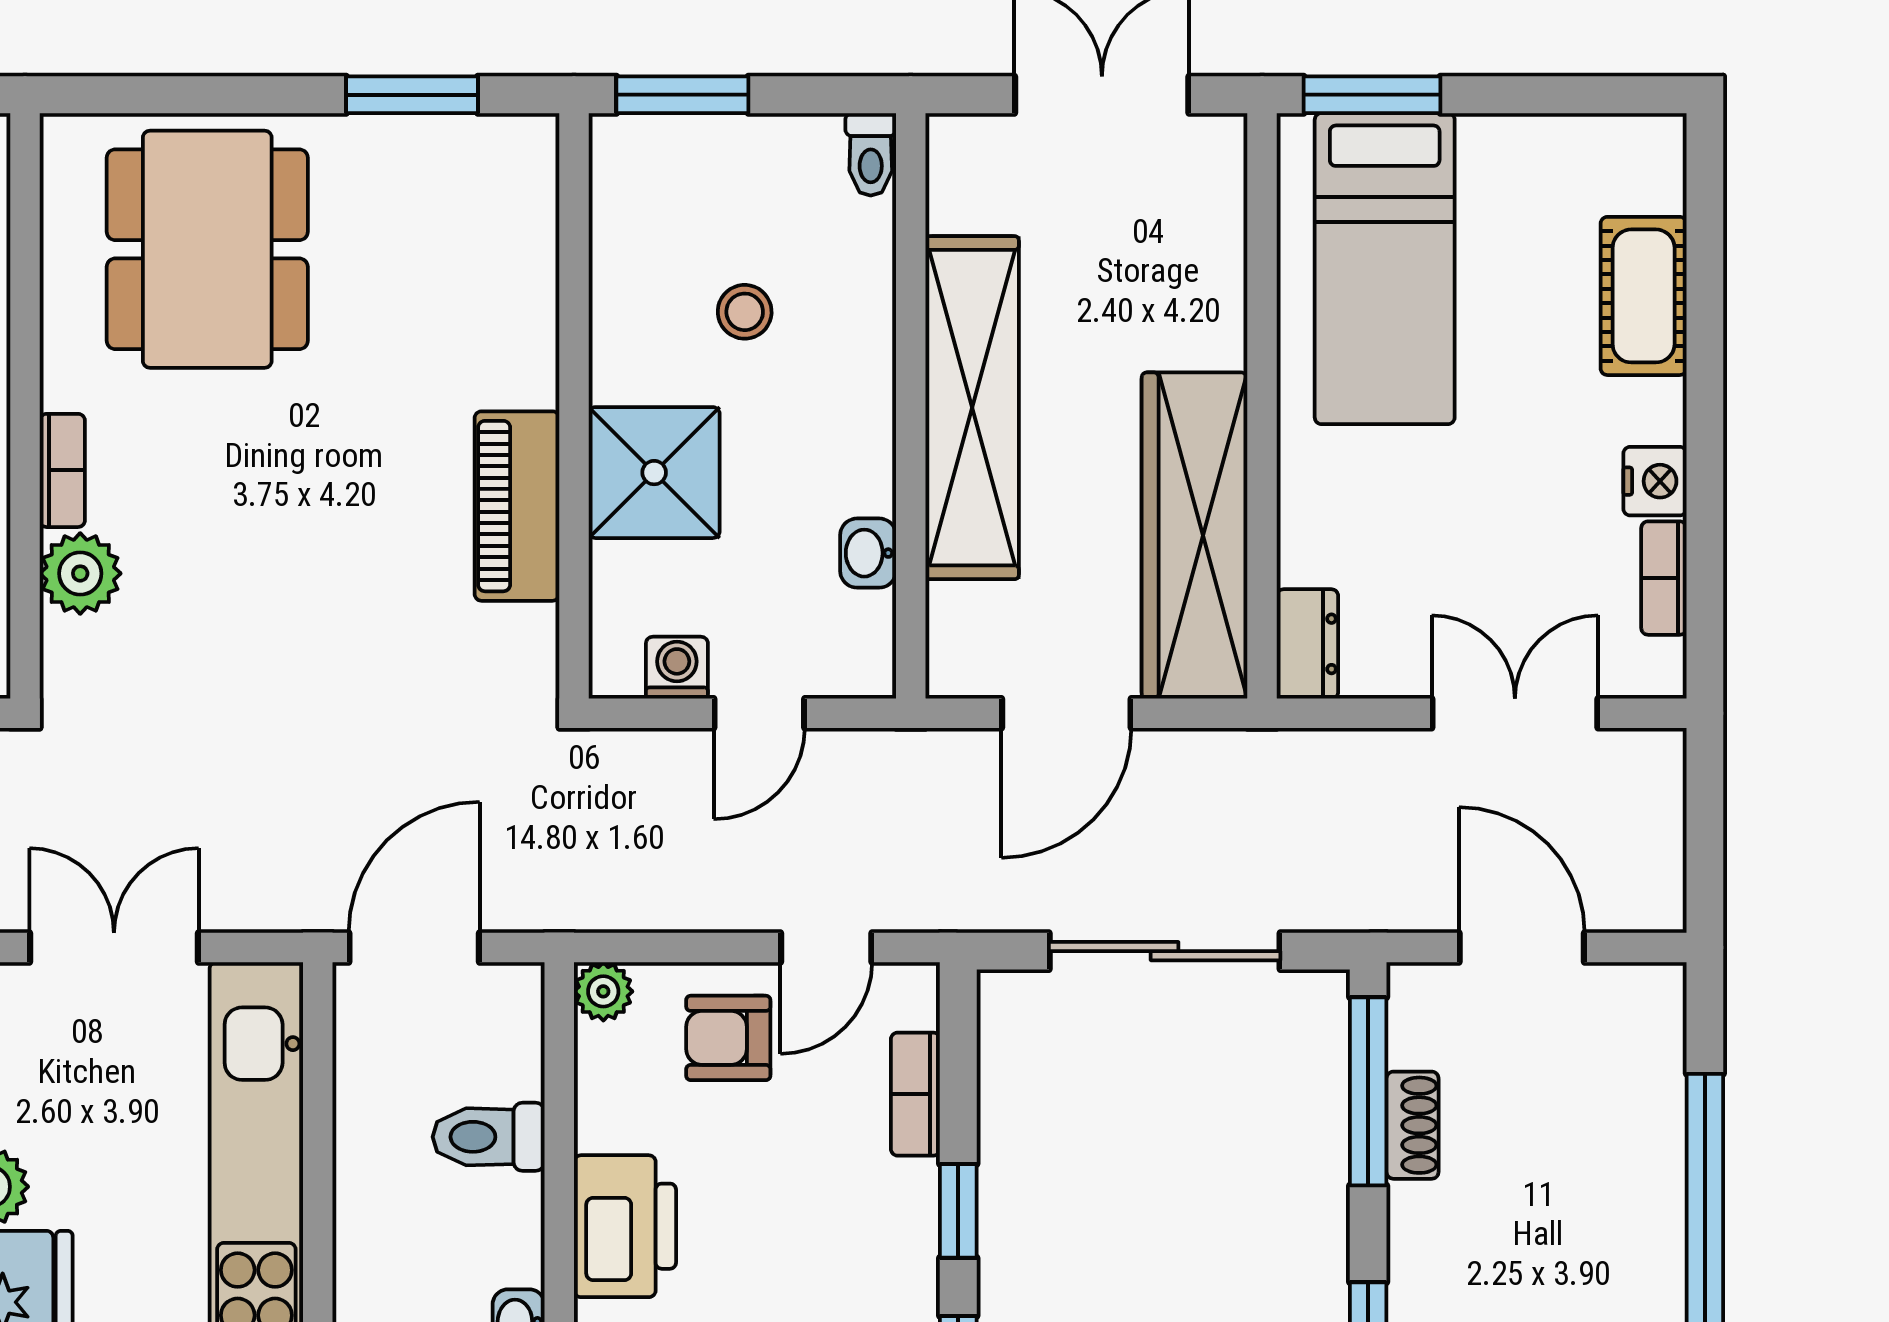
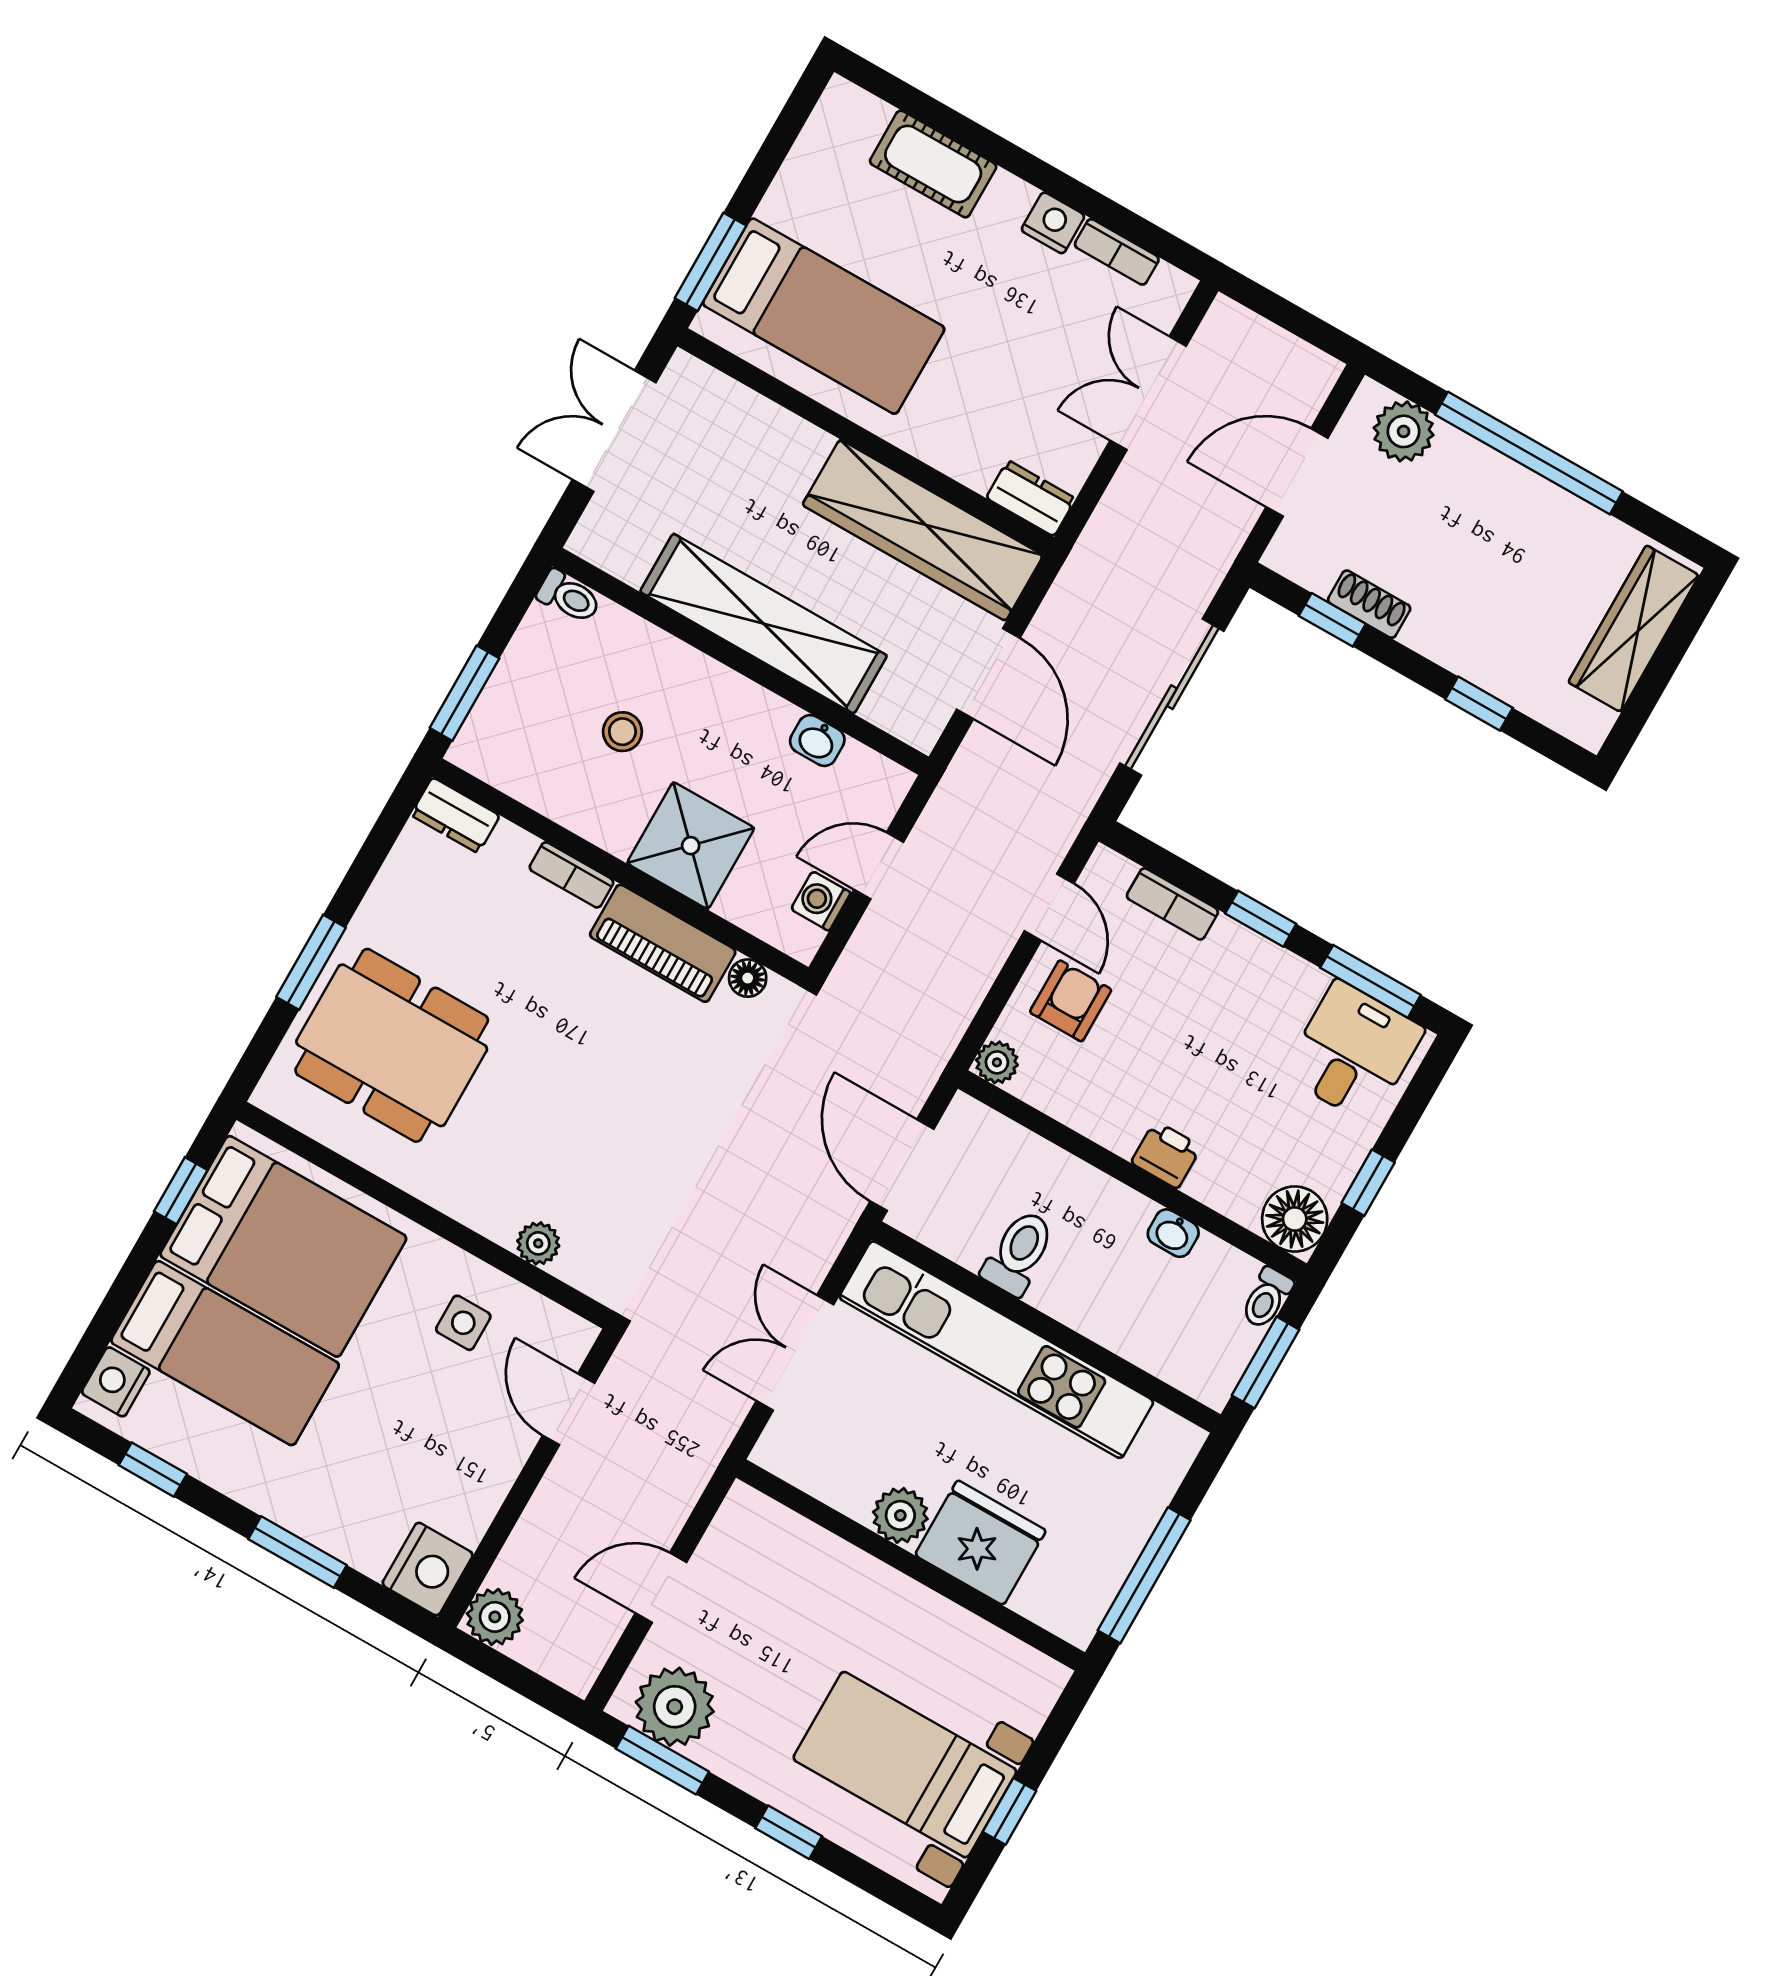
window: (412, 95) -> (311, 962), moved
dresser: (529, 168) -> (455, 815), added
bookcase: (62, 470) -> (571, 875), moved, turned 180
plant: (80, 573) -> (538, 1243), width x0.73, depth x0.73
floor lamp: (533, 633) -> (748, 978), added
door: (759, 713) -> (879, 866), swing flipped
armchair: (728, 1038) -> (1071, 1001), turned 180
plant: (1645, 1048) -> (1404, 431), added
window: (1368, 1091) -> (1332, 620), width x0.46
toilet: (489, 1137) -> (1019, 1253), moved, turned 180
printer: (625, 1226) -> (1166, 1155), width x0.53, depth x0.68

